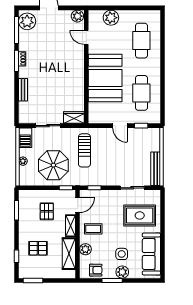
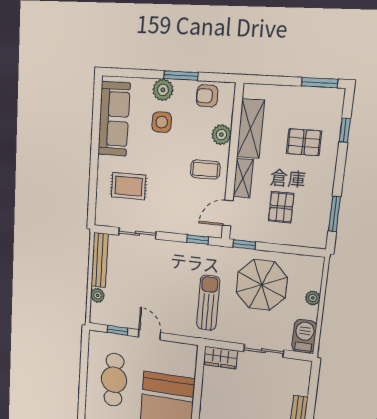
plant: (156, 146) -> (98, 295), added
rug: (140, 215) -> (129, 186), width x0.73, depth x0.70

